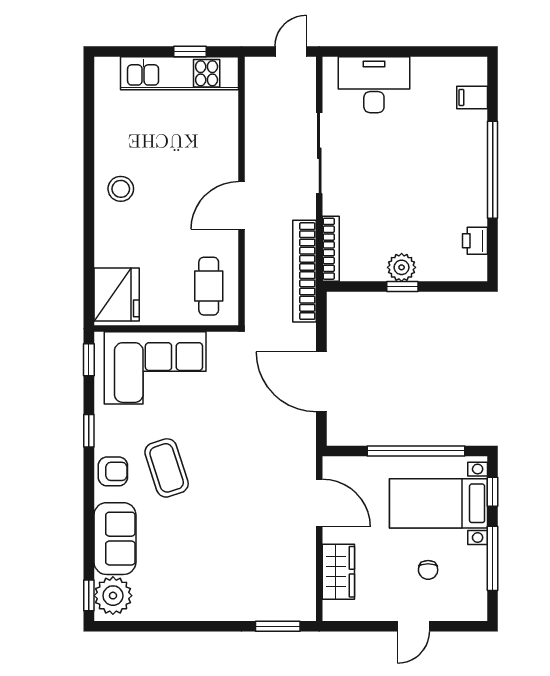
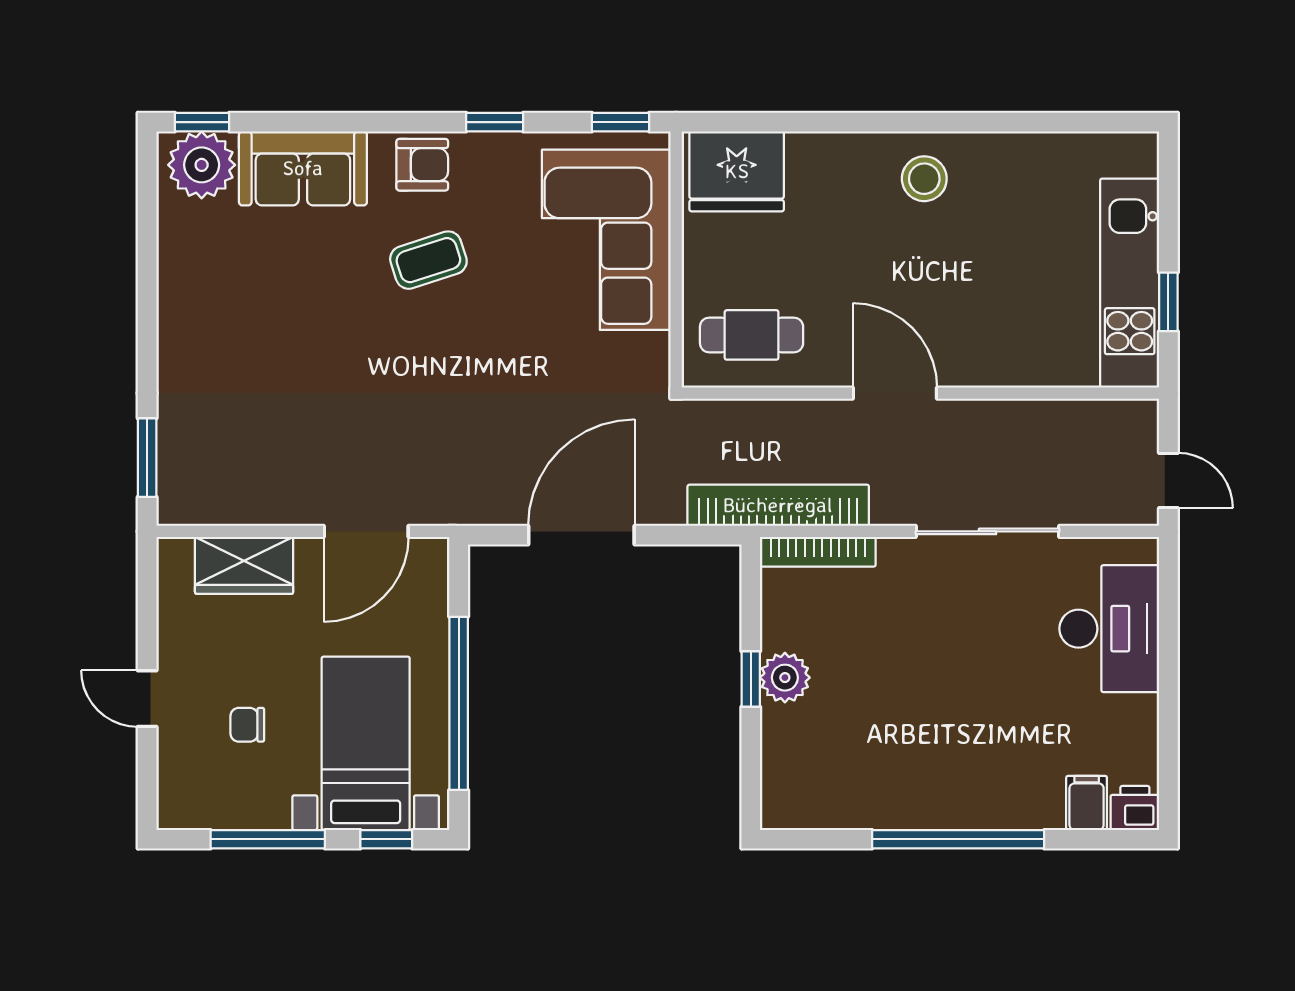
printer: (475, 241) -> (1135, 808), moved
coffee table: (167, 468) -> (428, 260), width x0.73, depth x0.77
armchair: (113, 471) -> (422, 165), turned -90

